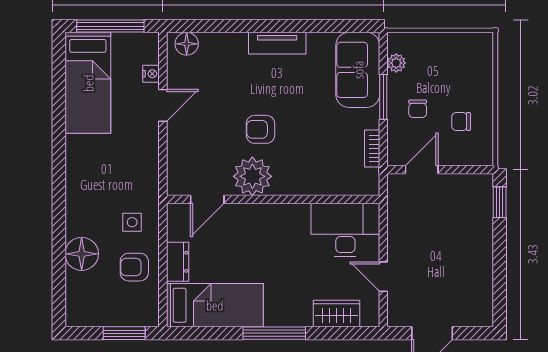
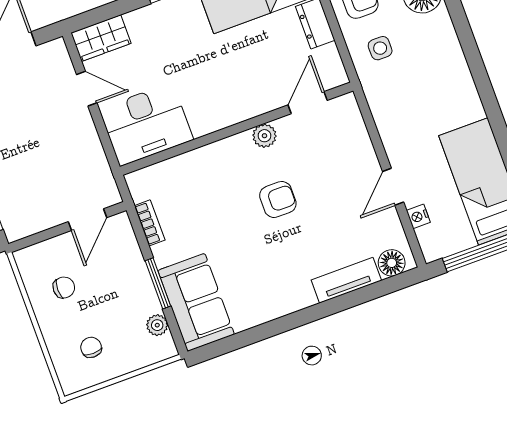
tv unit: (277, 43) -> (346, 280), moved
chair: (418, 109) -> (91, 347), moved
plant: (252, 176) -> (264, 136), width x0.53, depth x0.53
wardrobe: (336, 314) -> (101, 38), moved

